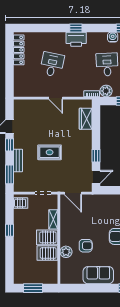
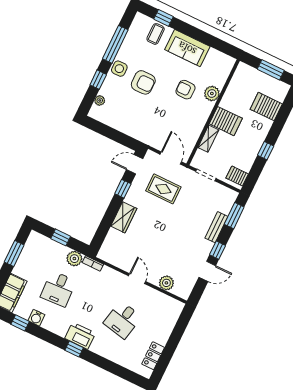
locker: (19, 50) -> (153, 356), width x0.66
plant: (34, 105) -> (166, 283), added
wardrobe: (86, 119) -> (124, 217), moved
rug: (50, 152) -> (163, 189), moved
server rack: (47, 253) -> (266, 107), moved, turned 180

